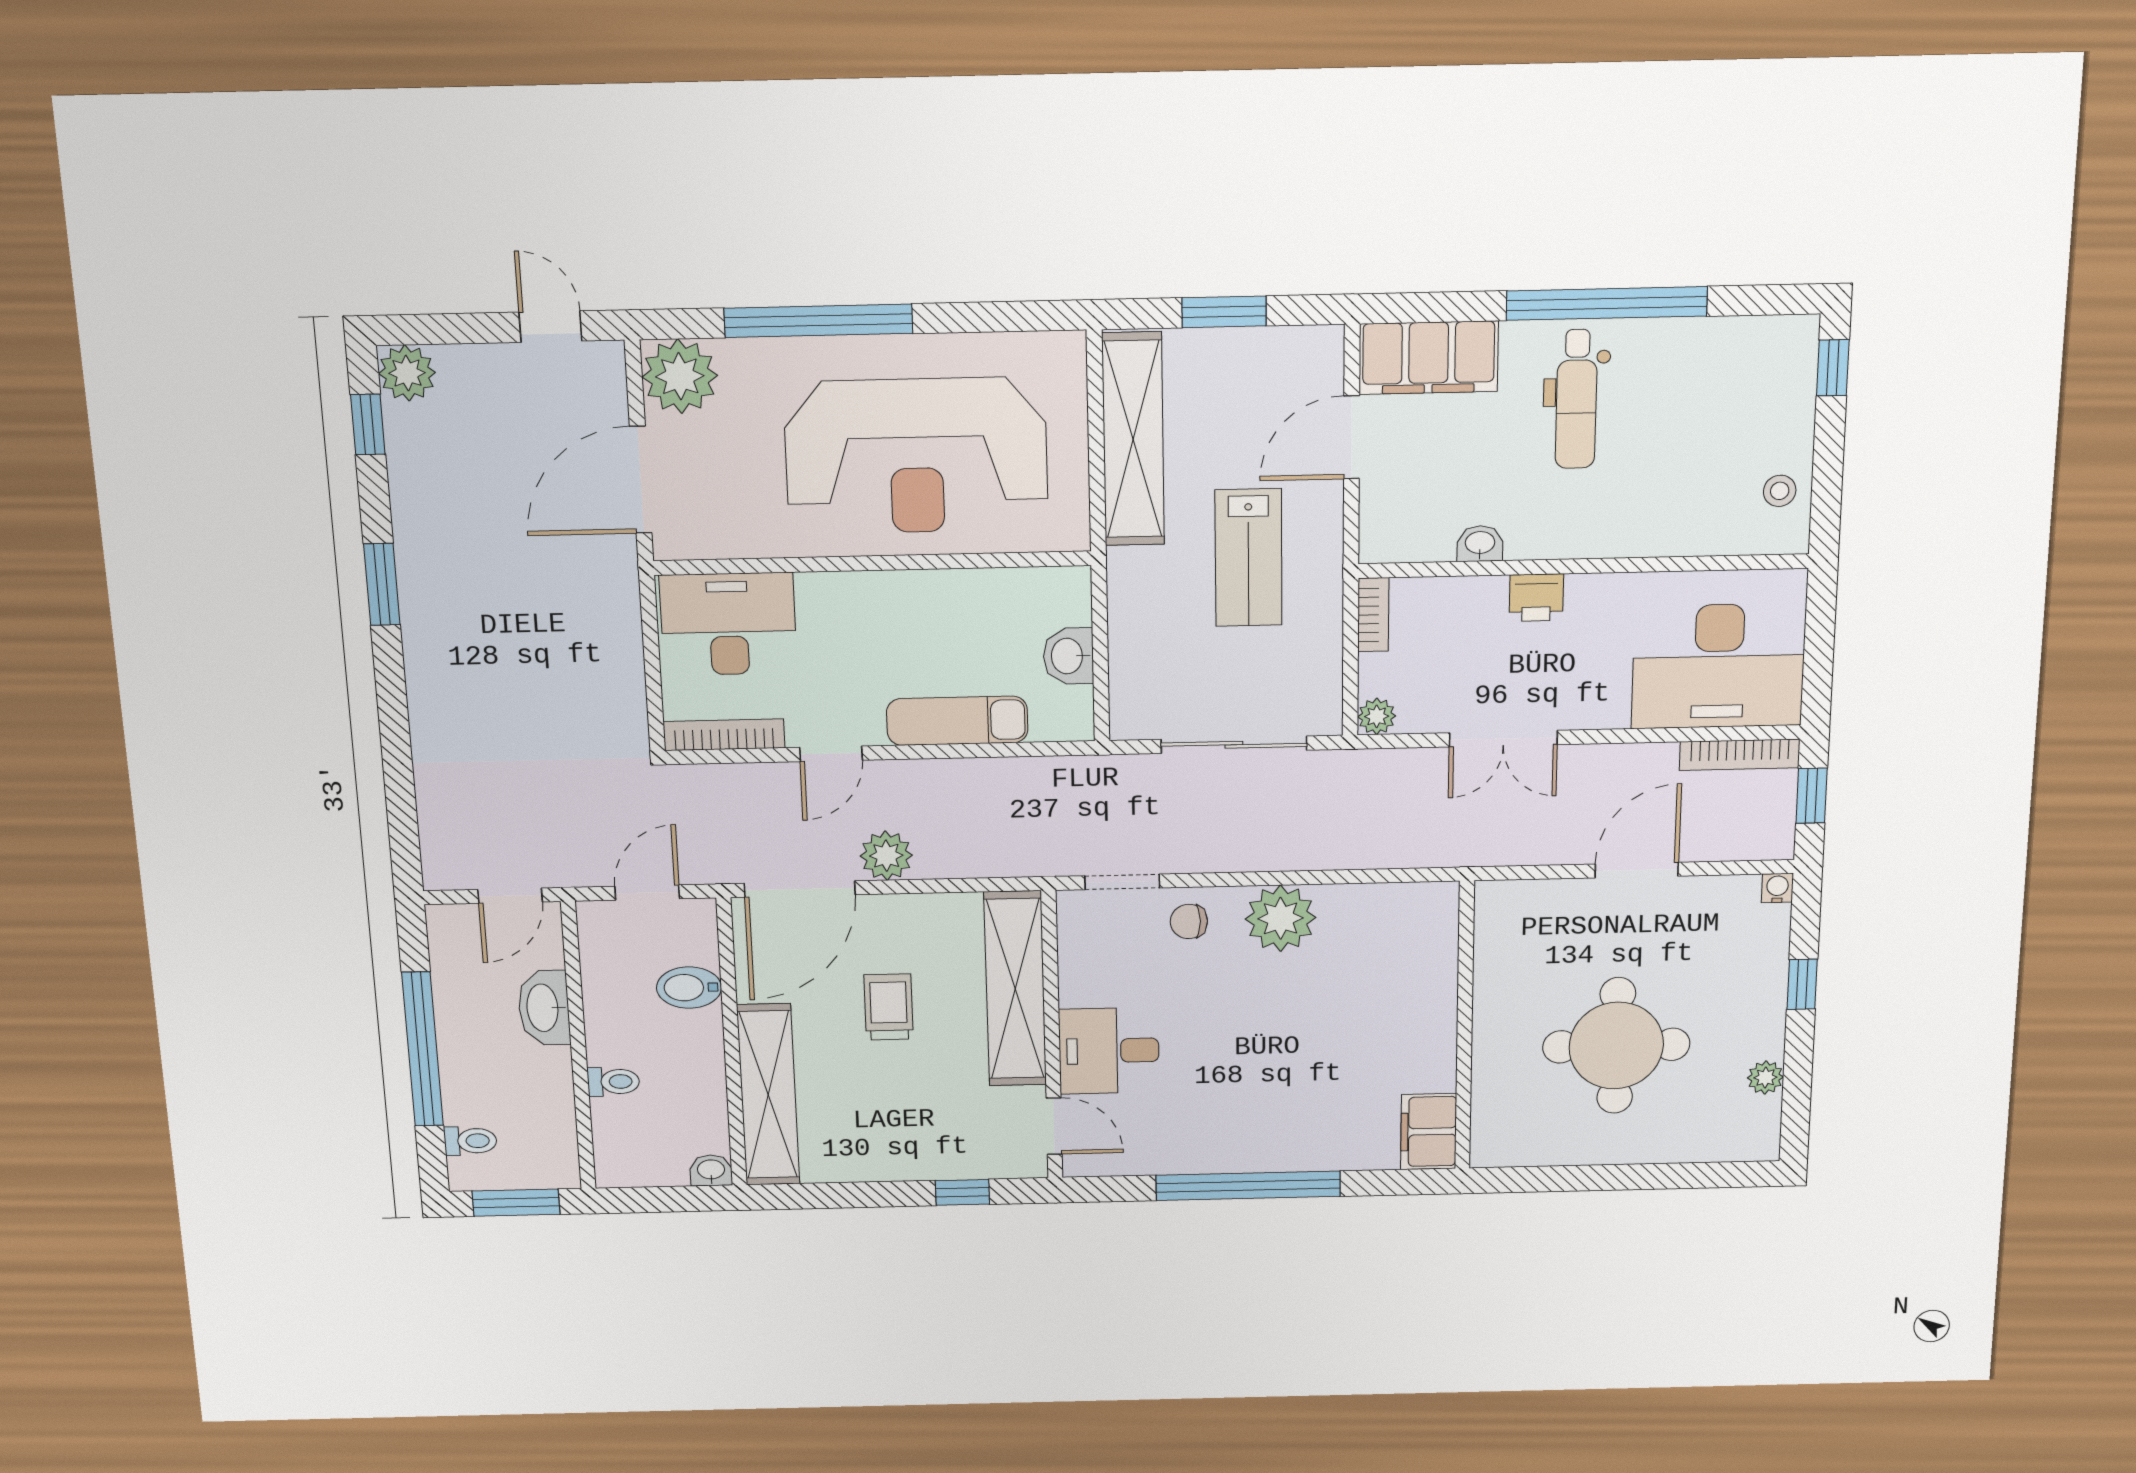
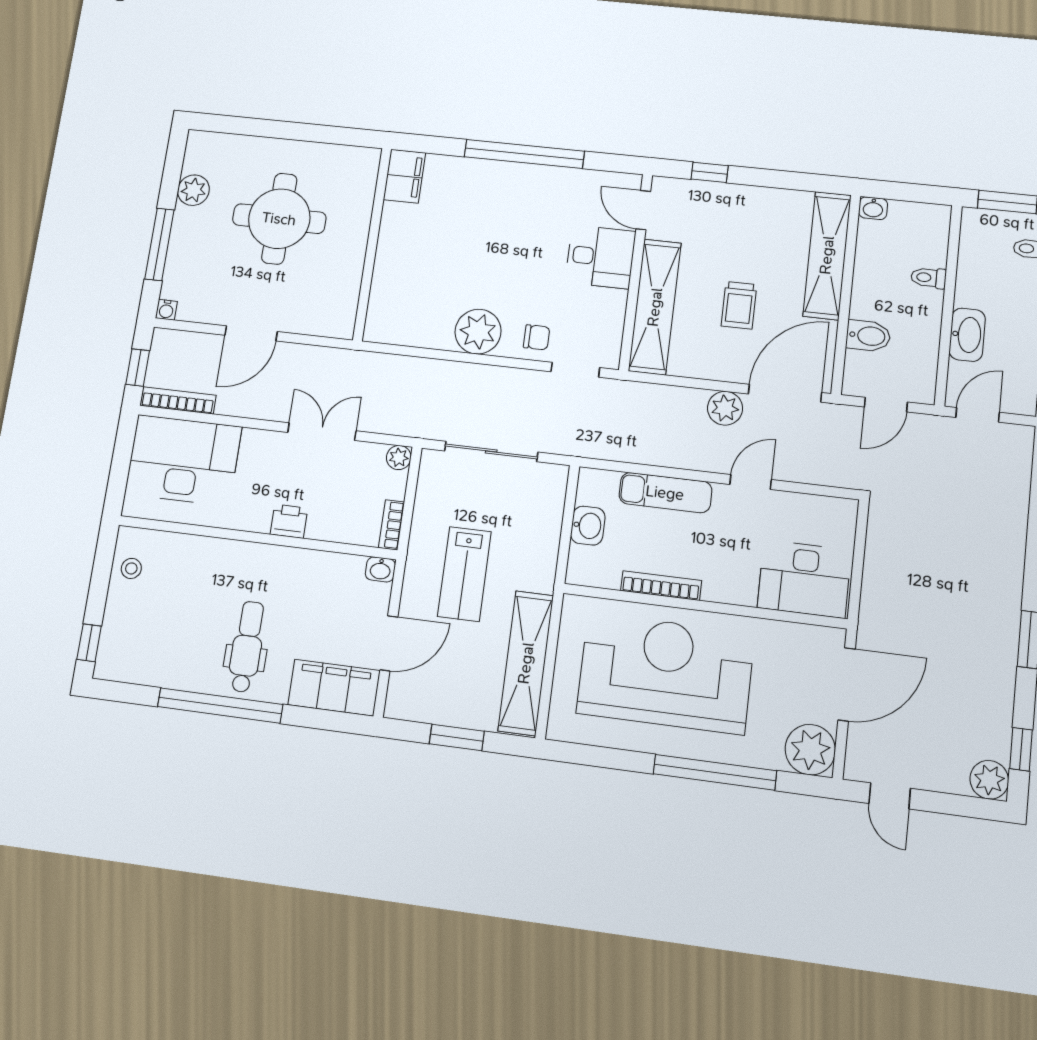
washbasin: (1480, 544) -> (380, 569), moved
lab bench: (1248, 558) -> (464, 574), turned 180
bookcase: (724, 735) -> (661, 586), moved, turned 180
window: (1802, 984) -> (159, 244), width x2.17
plant: (1765, 1077) -> (193, 190), width x1.38, depth x1.38

